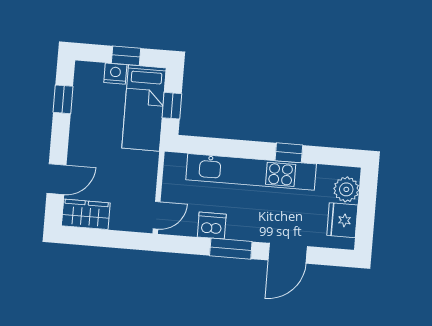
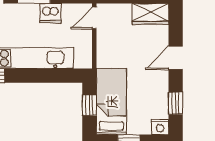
nightstand: (115, 74) -> (160, 127), moved
door: (56, 179) -> (176, 58), moved

